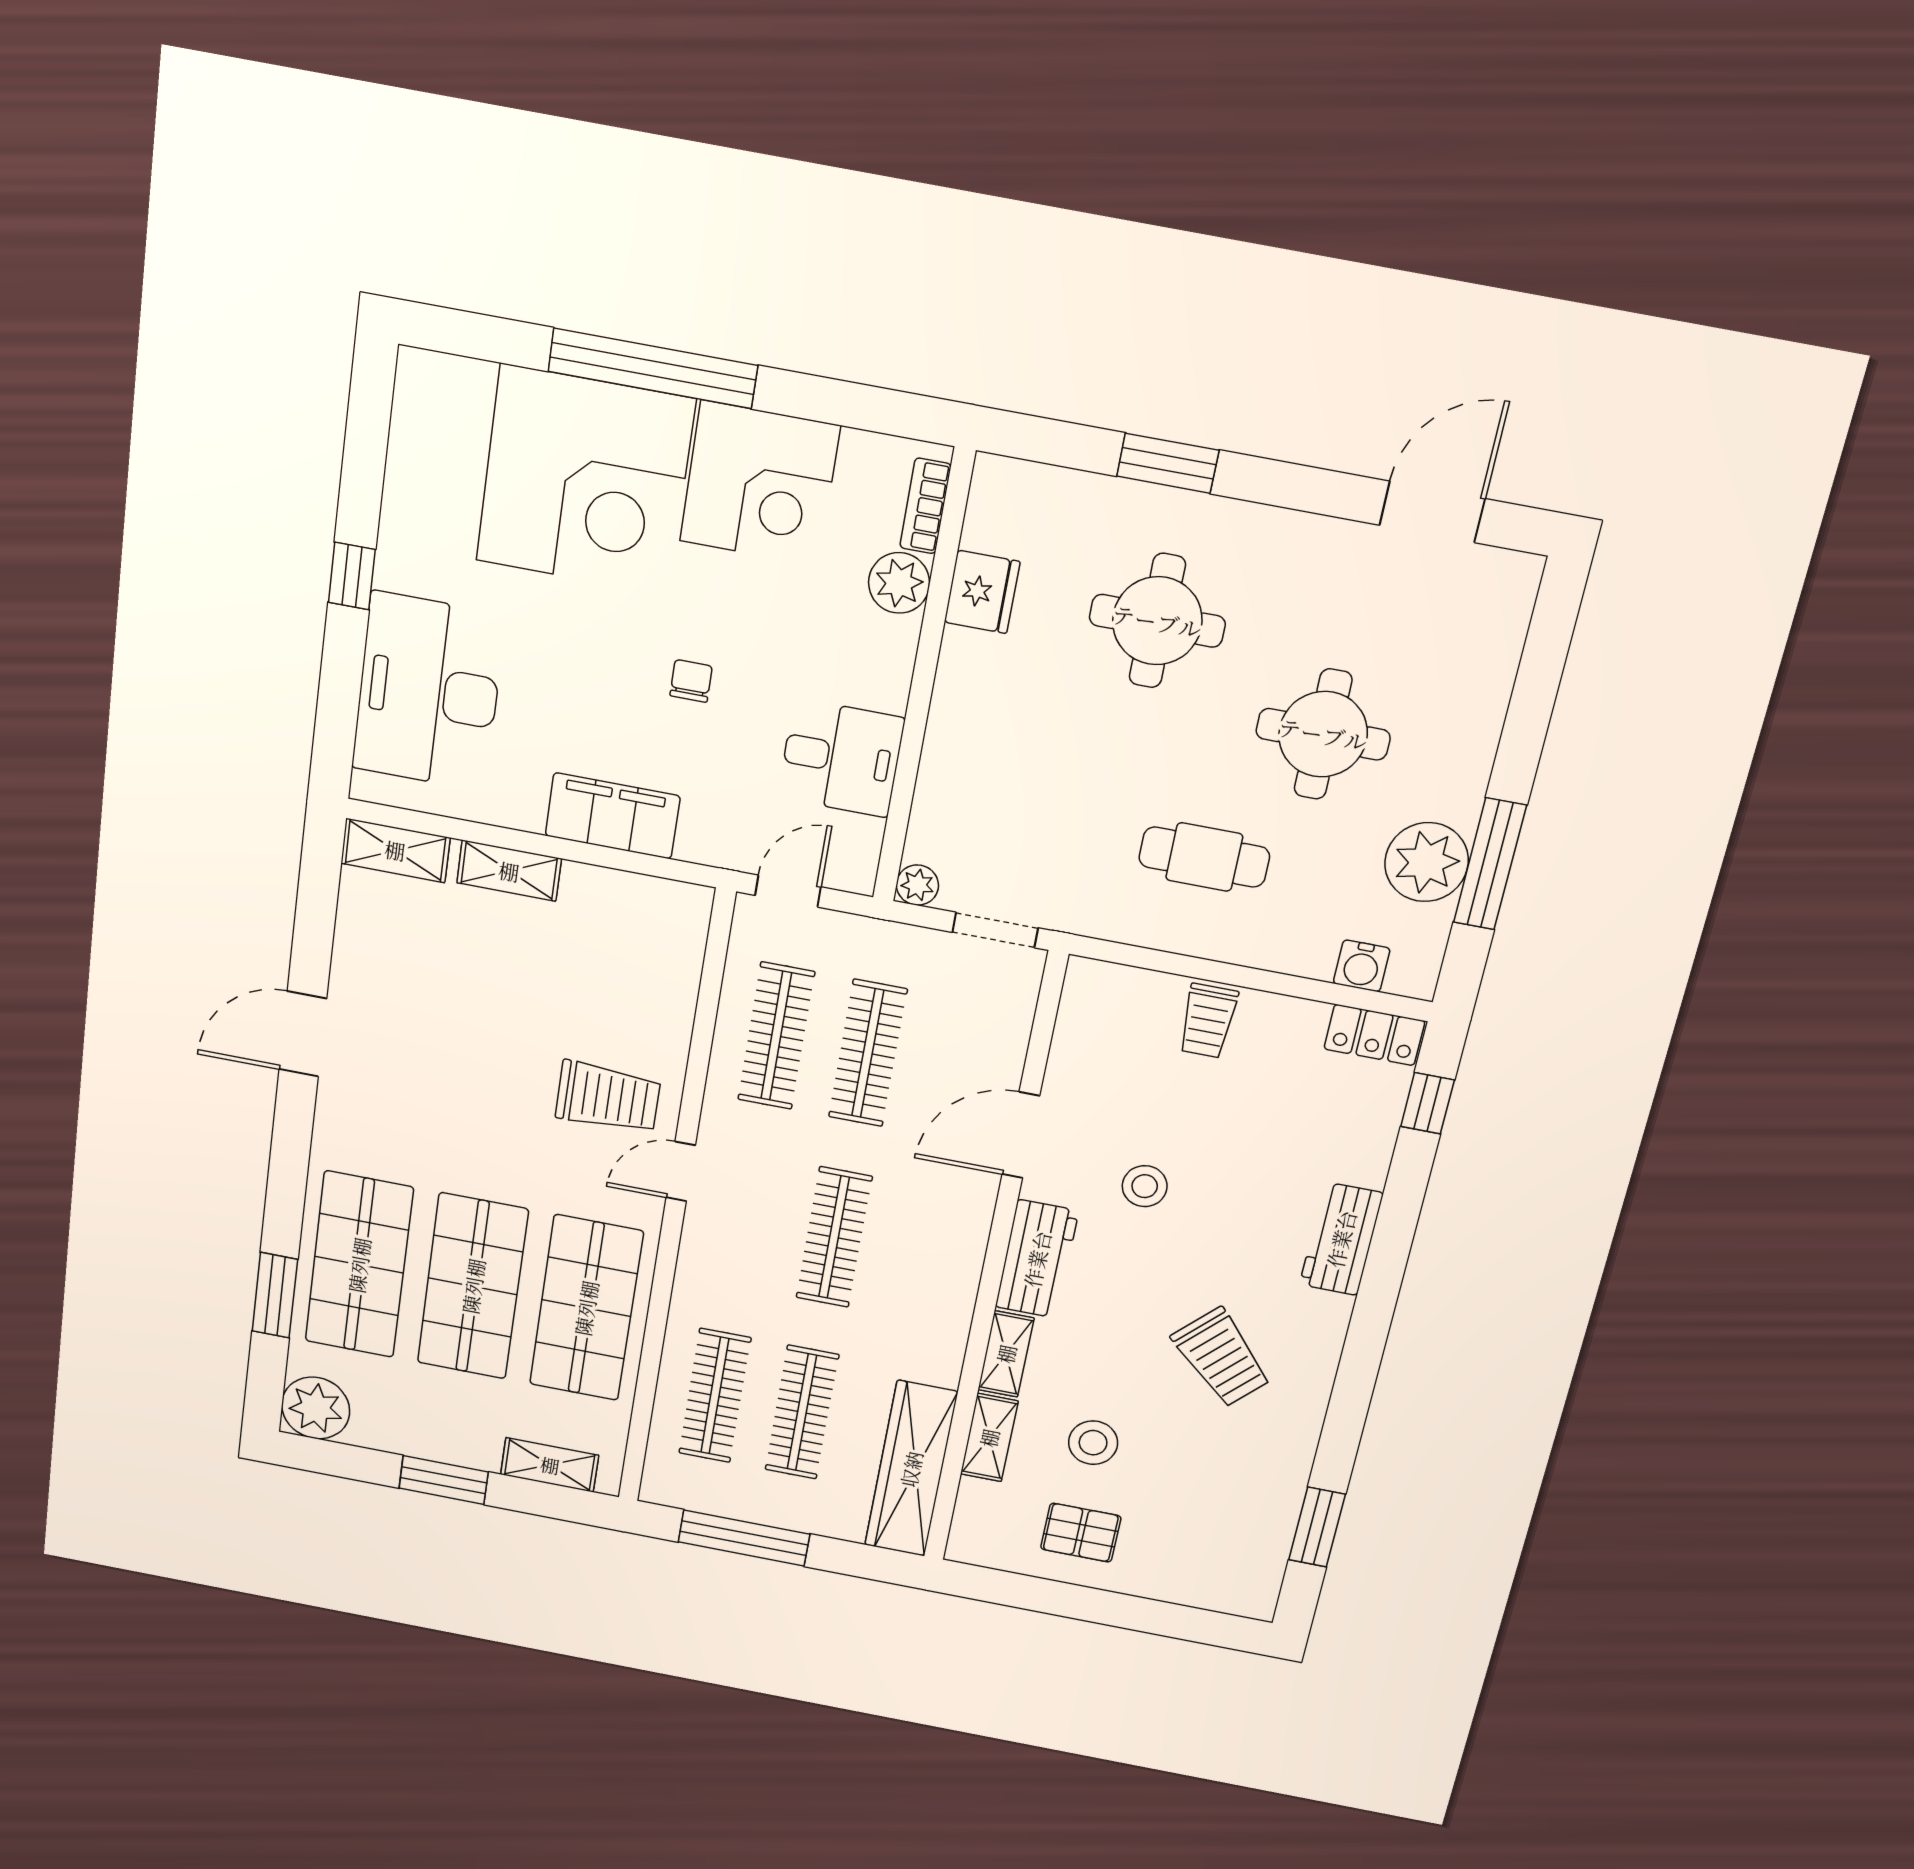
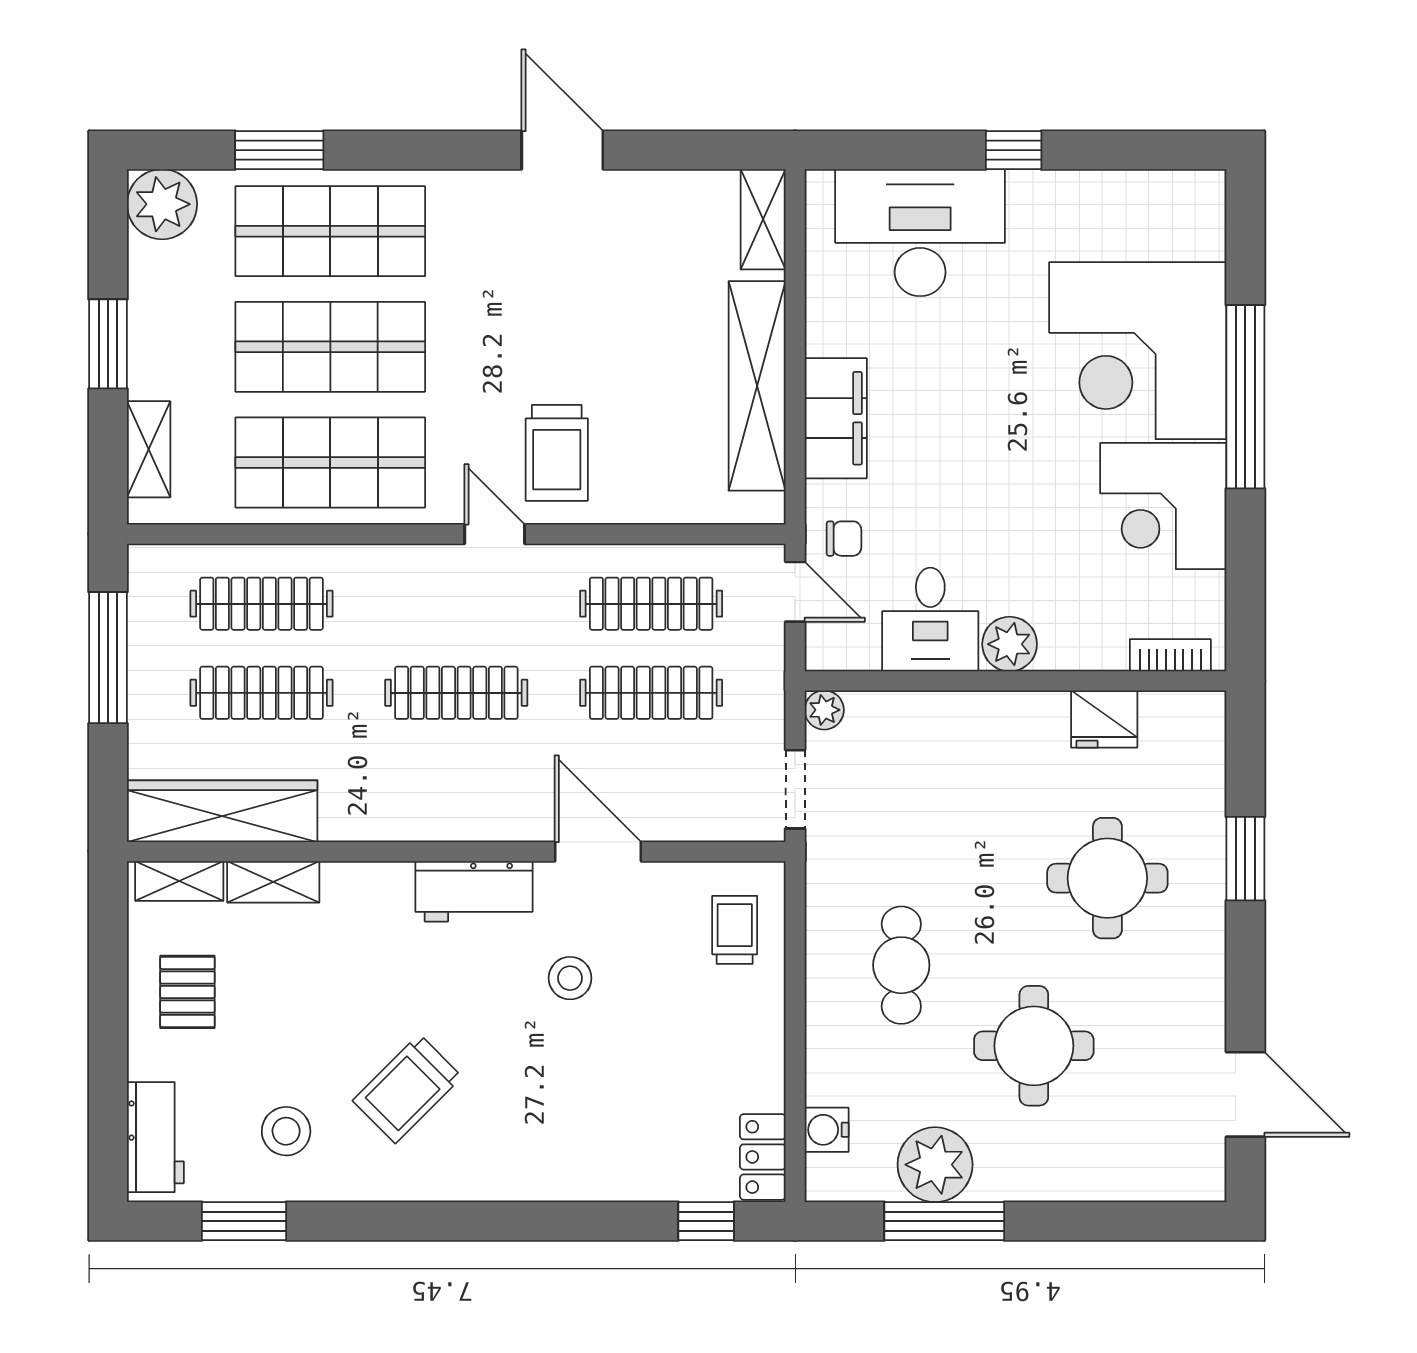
plant: (899, 583) -> (1010, 644), moved
chair: (691, 681) -> (844, 539), moved
shelving: (509, 871) -> (757, 386), width x2.20, depth x1.33
trolley: (1208, 1021) -> (735, 930), moved, turned 90
workbench: (1341, 1239) -> (155, 1137), moved, turned 90
shelving: (1006, 1354) -> (179, 881), moved
stool: (1093, 1443) -> (286, 1131), moved

